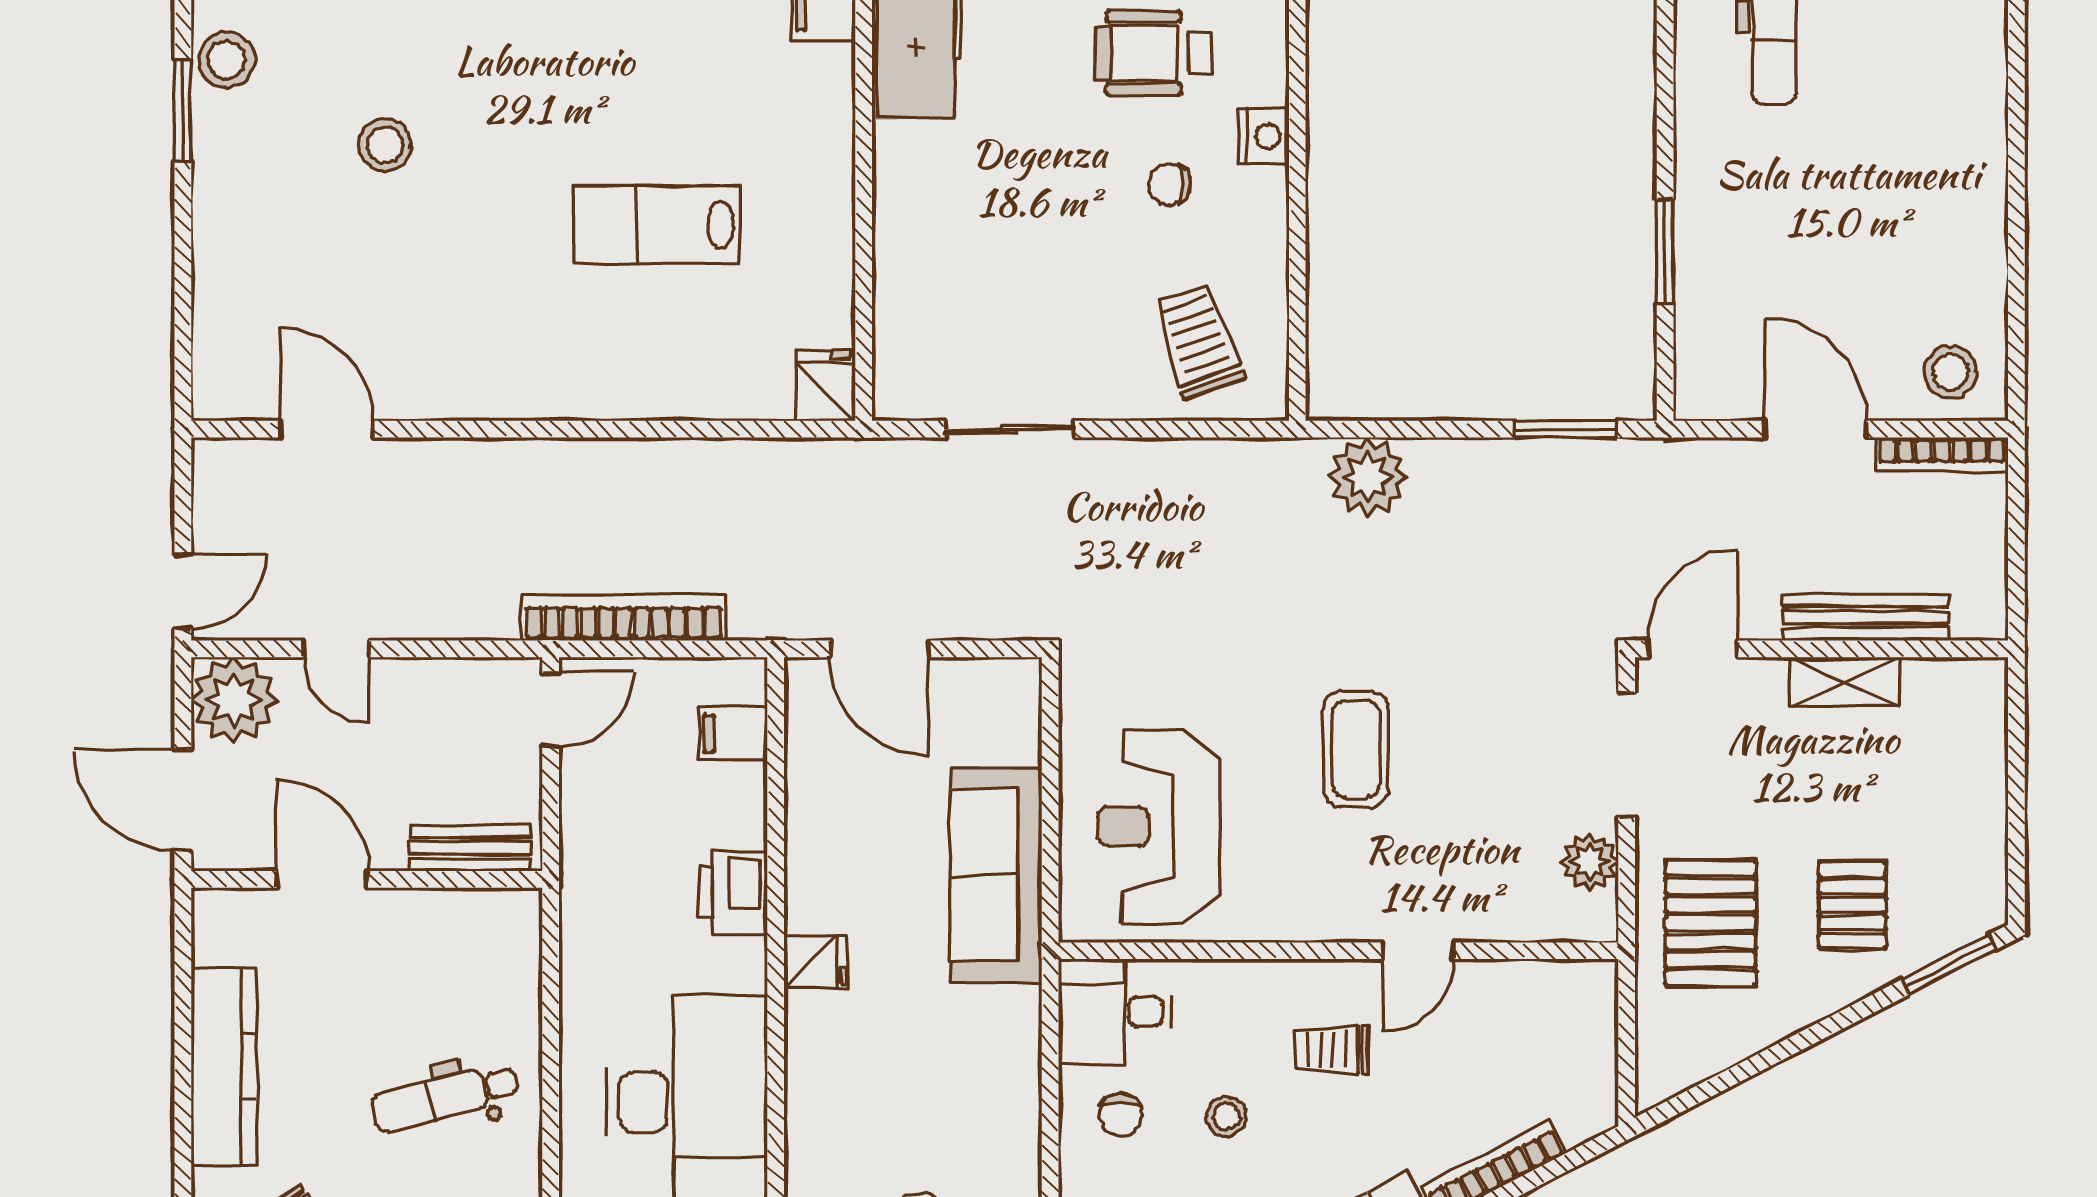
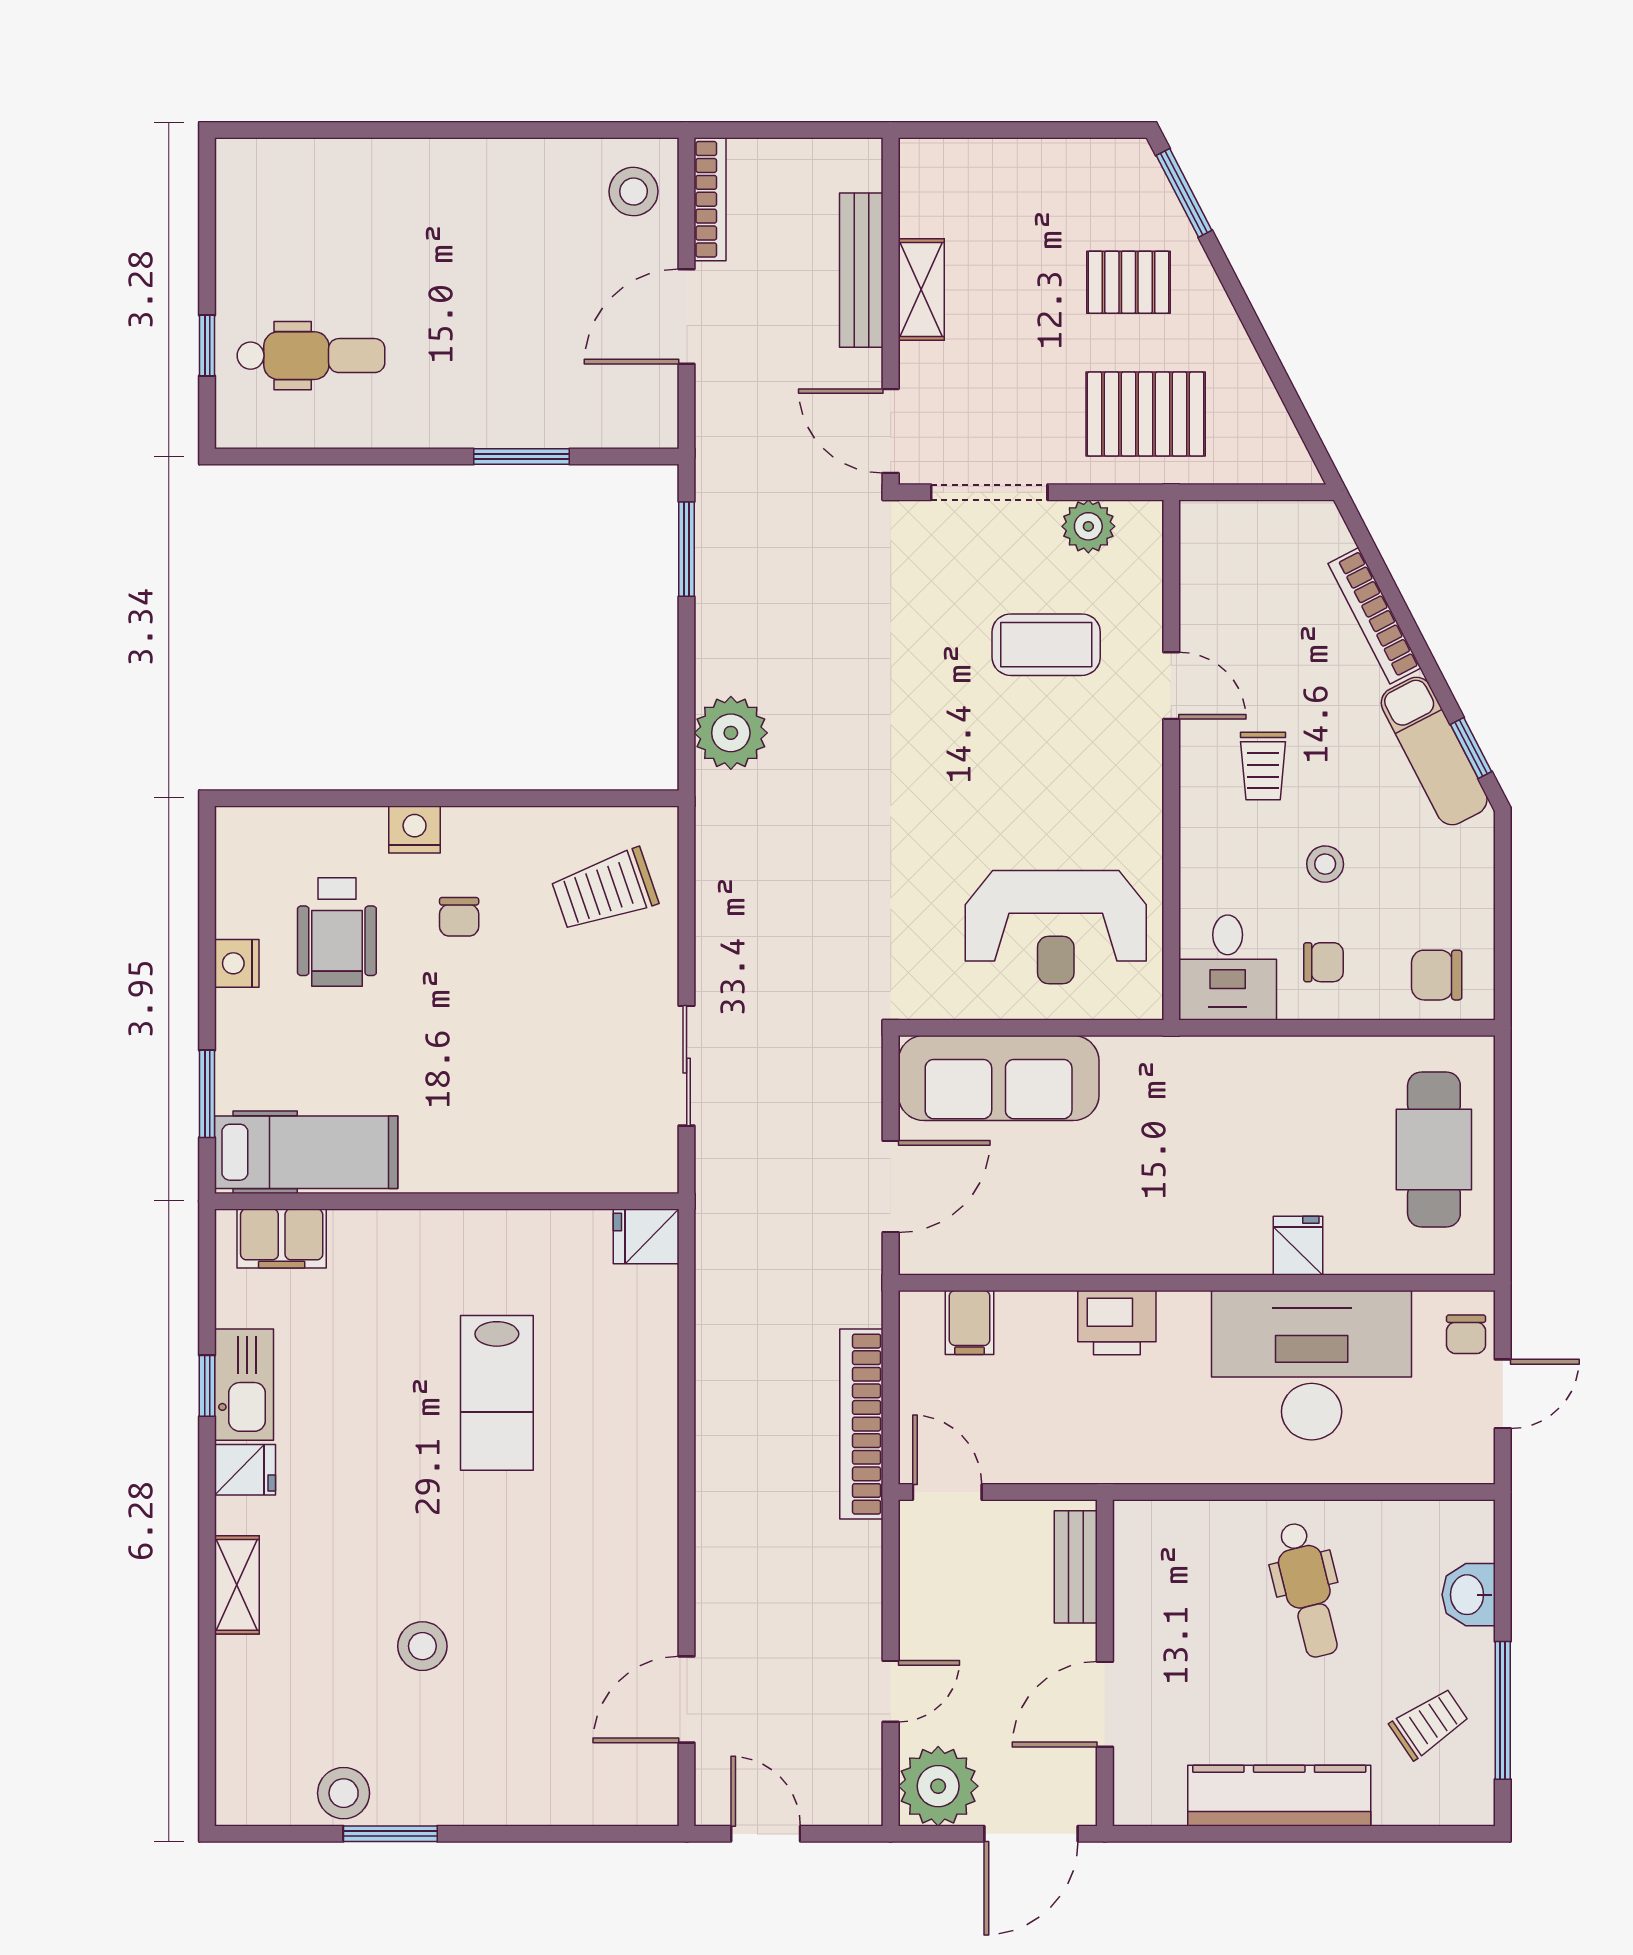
door: (183, 592) -> (766, 1834), moved
coffee table: (1356, 749) -> (1046, 645), moved
sofa: (996, 875) -> (999, 1078), moved
fridge: (816, 962) -> (1298, 1246), moved

